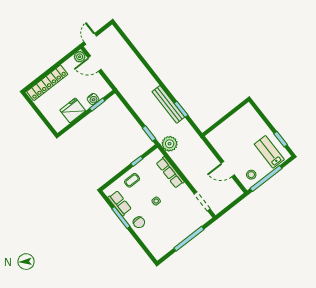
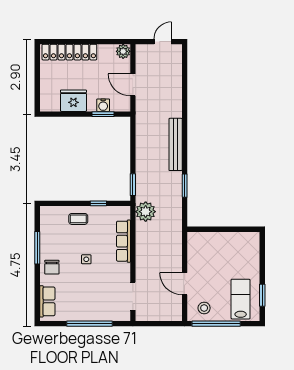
door: (90, 39) -> (163, 42), moved
door: (95, 64) -> (133, 85), moved
bench: (168, 104) -> (176, 144), moved
row of seats: (120, 203) -> (47, 301), moved

